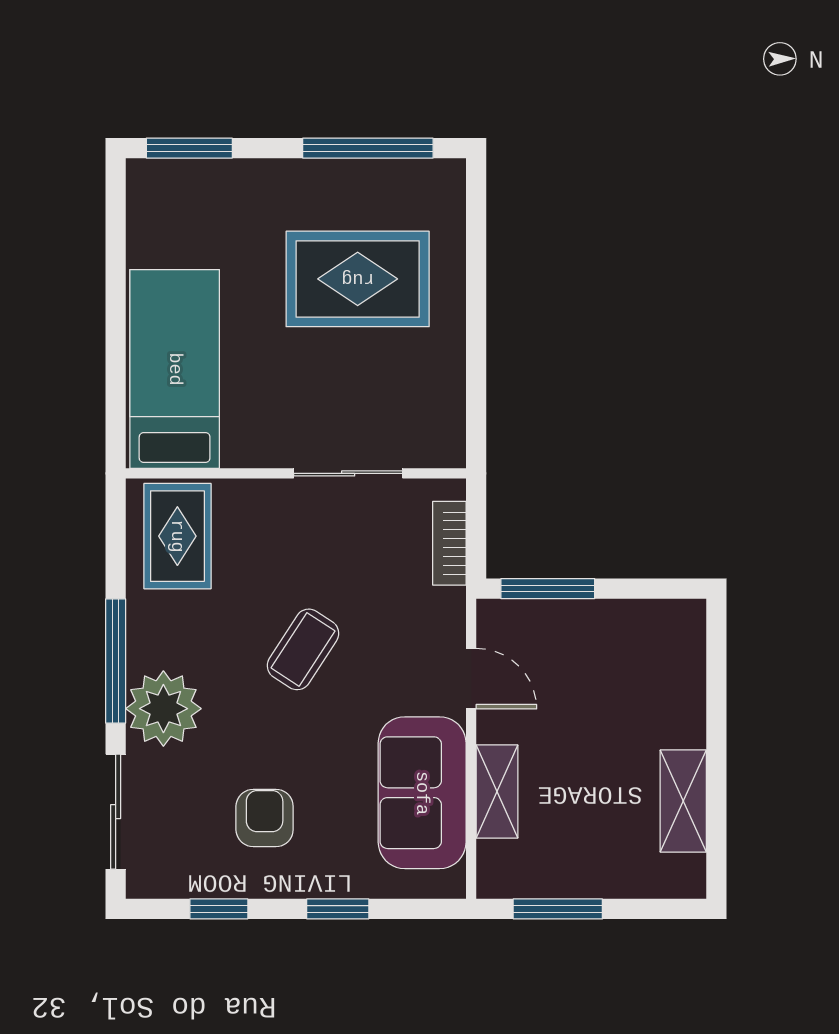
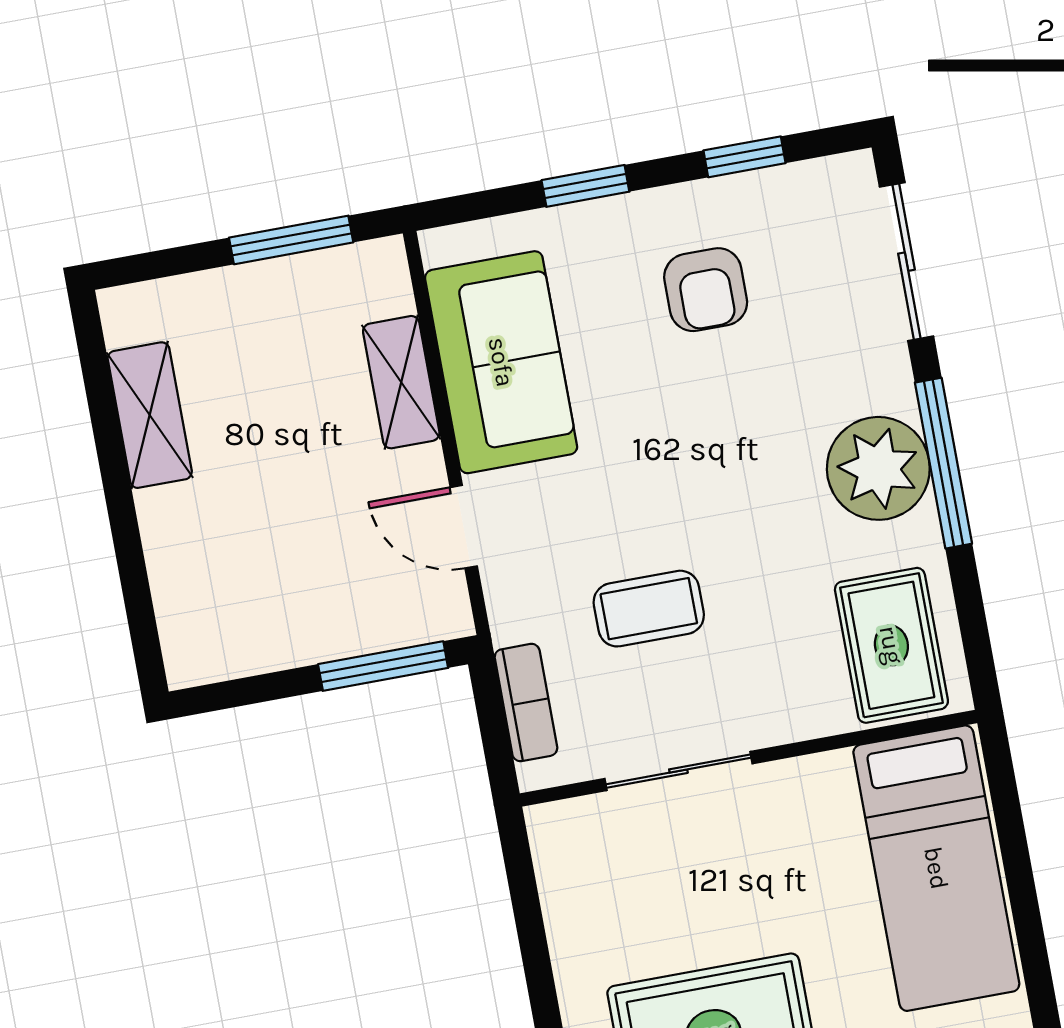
coffee table: (303, 649) -> (649, 609), moved, turned 57
plant: (163, 709) -> (878, 468), moved

